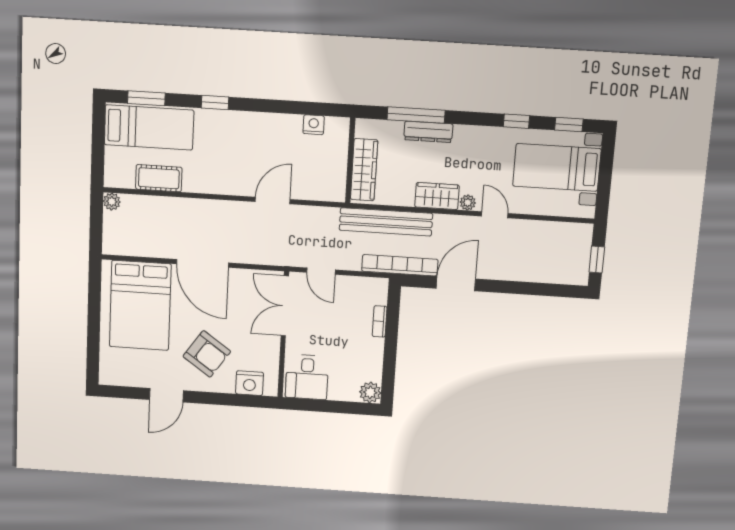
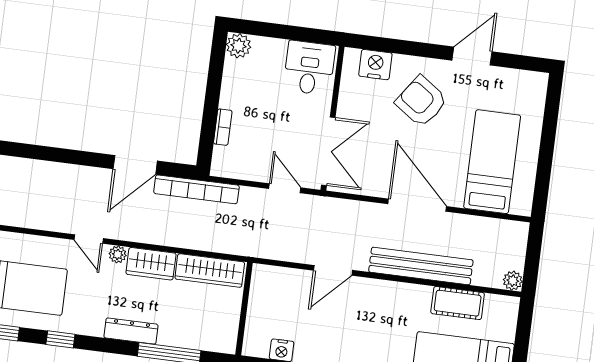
dresser: (428, 132) -> (131, 331), moved
wardrobe: (364, 170) -> (210, 270), moved, turned -90
bench: (386, 222) -> (421, 266), moved
bed: (140, 305) -> (492, 162), width x0.67

